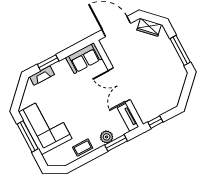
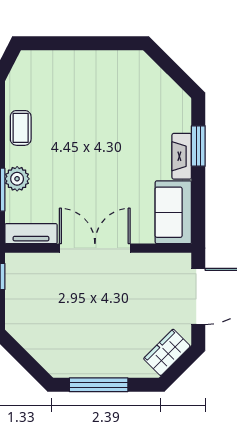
fireplace: (42, 76) -> (182, 156), moved
corner sofa: (45, 125) -> (93, 84), removed
window: (28, 136) -> (90, 43), removed

